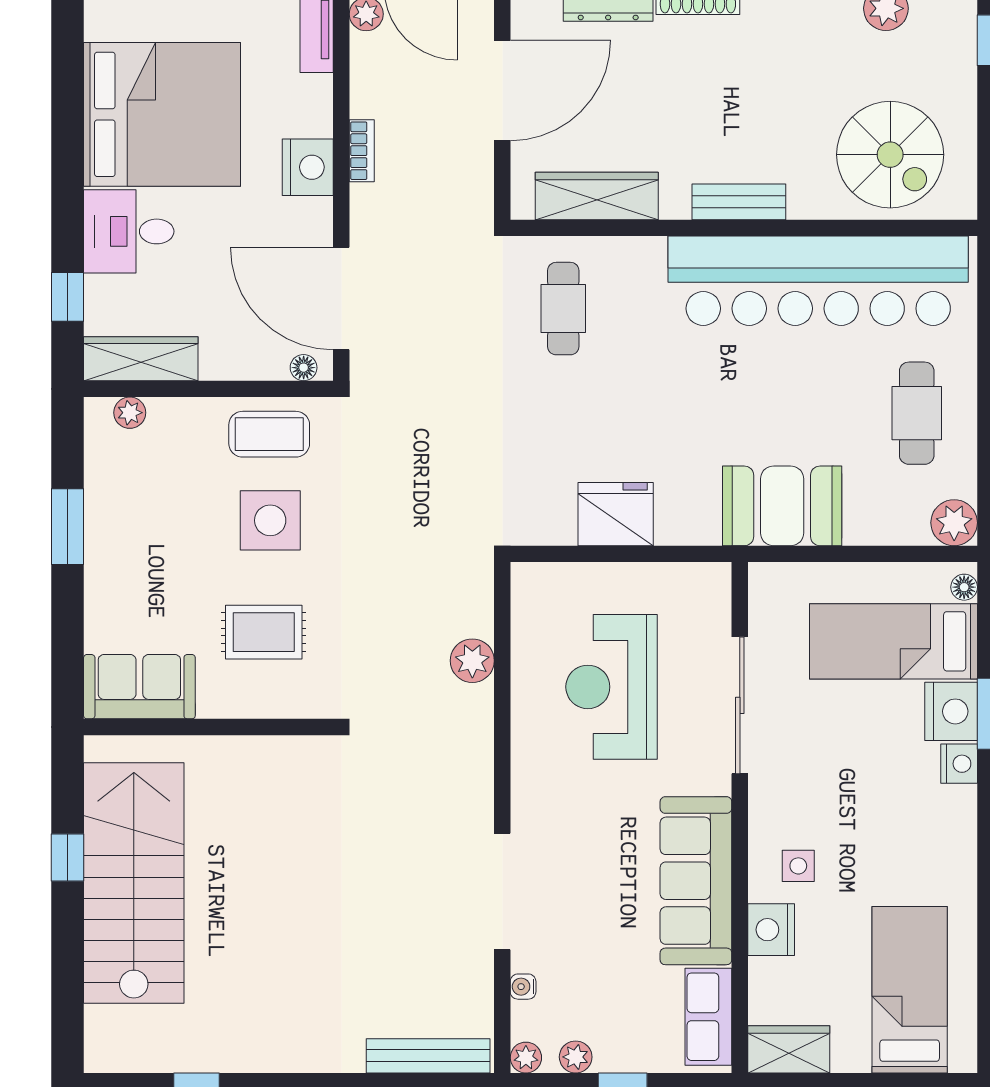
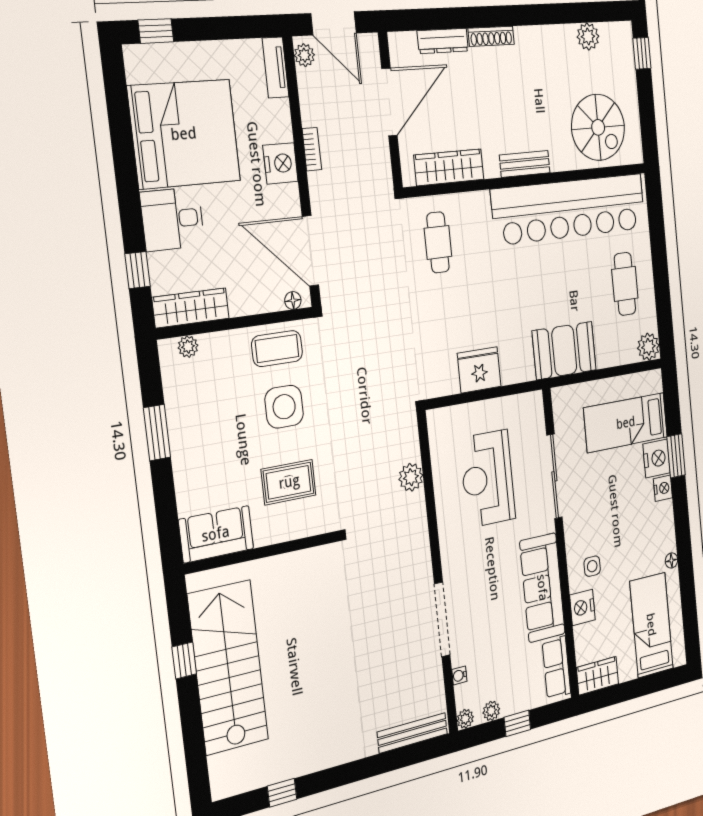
floor lamp: (964, 587) -> (671, 560), moved

